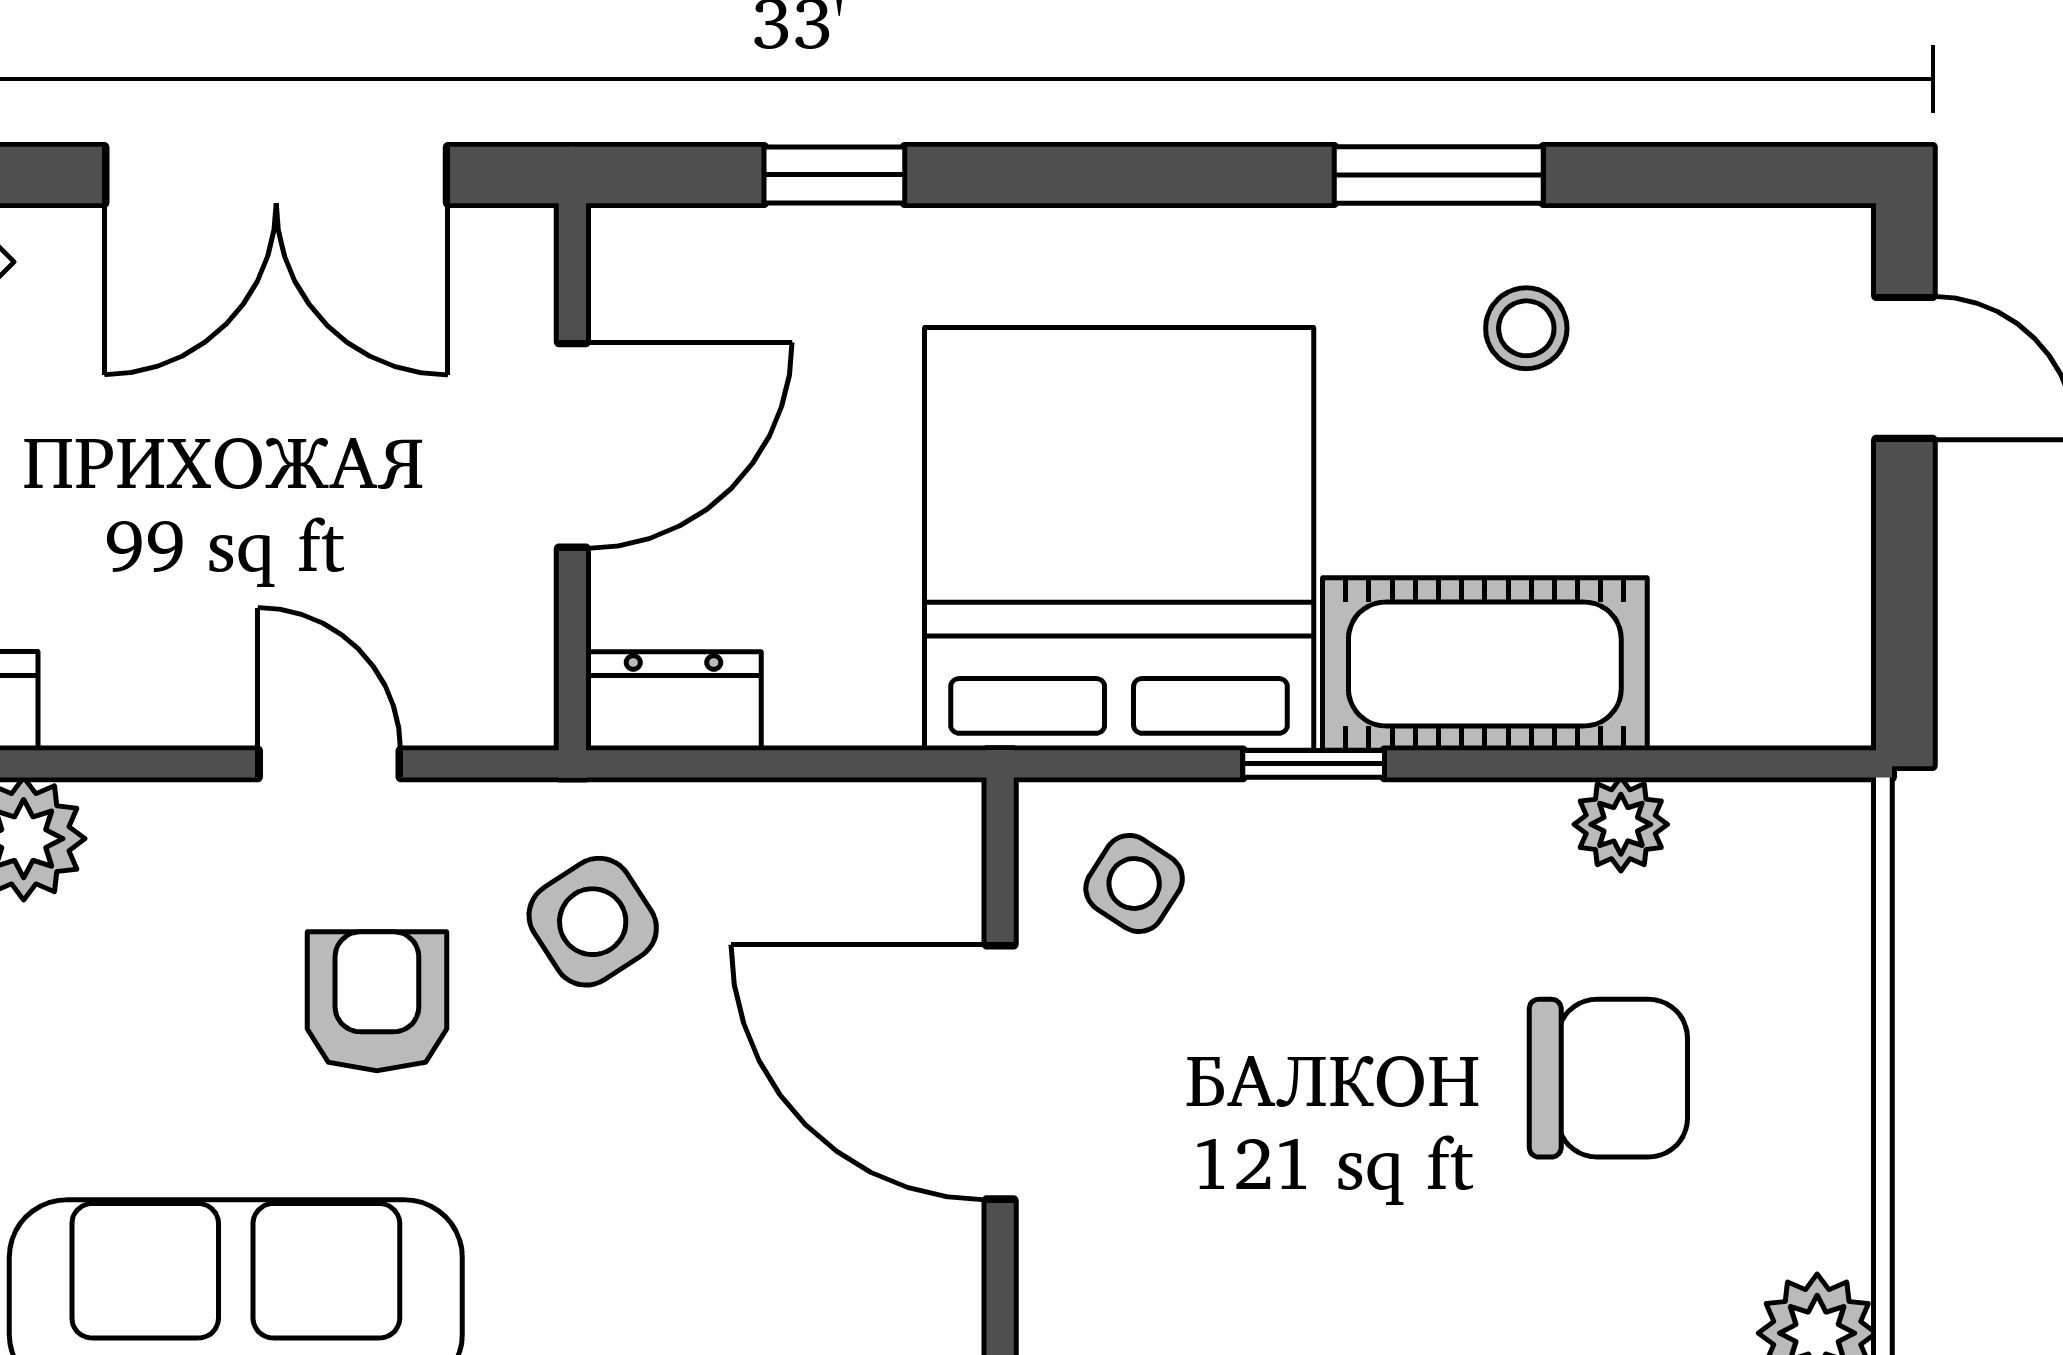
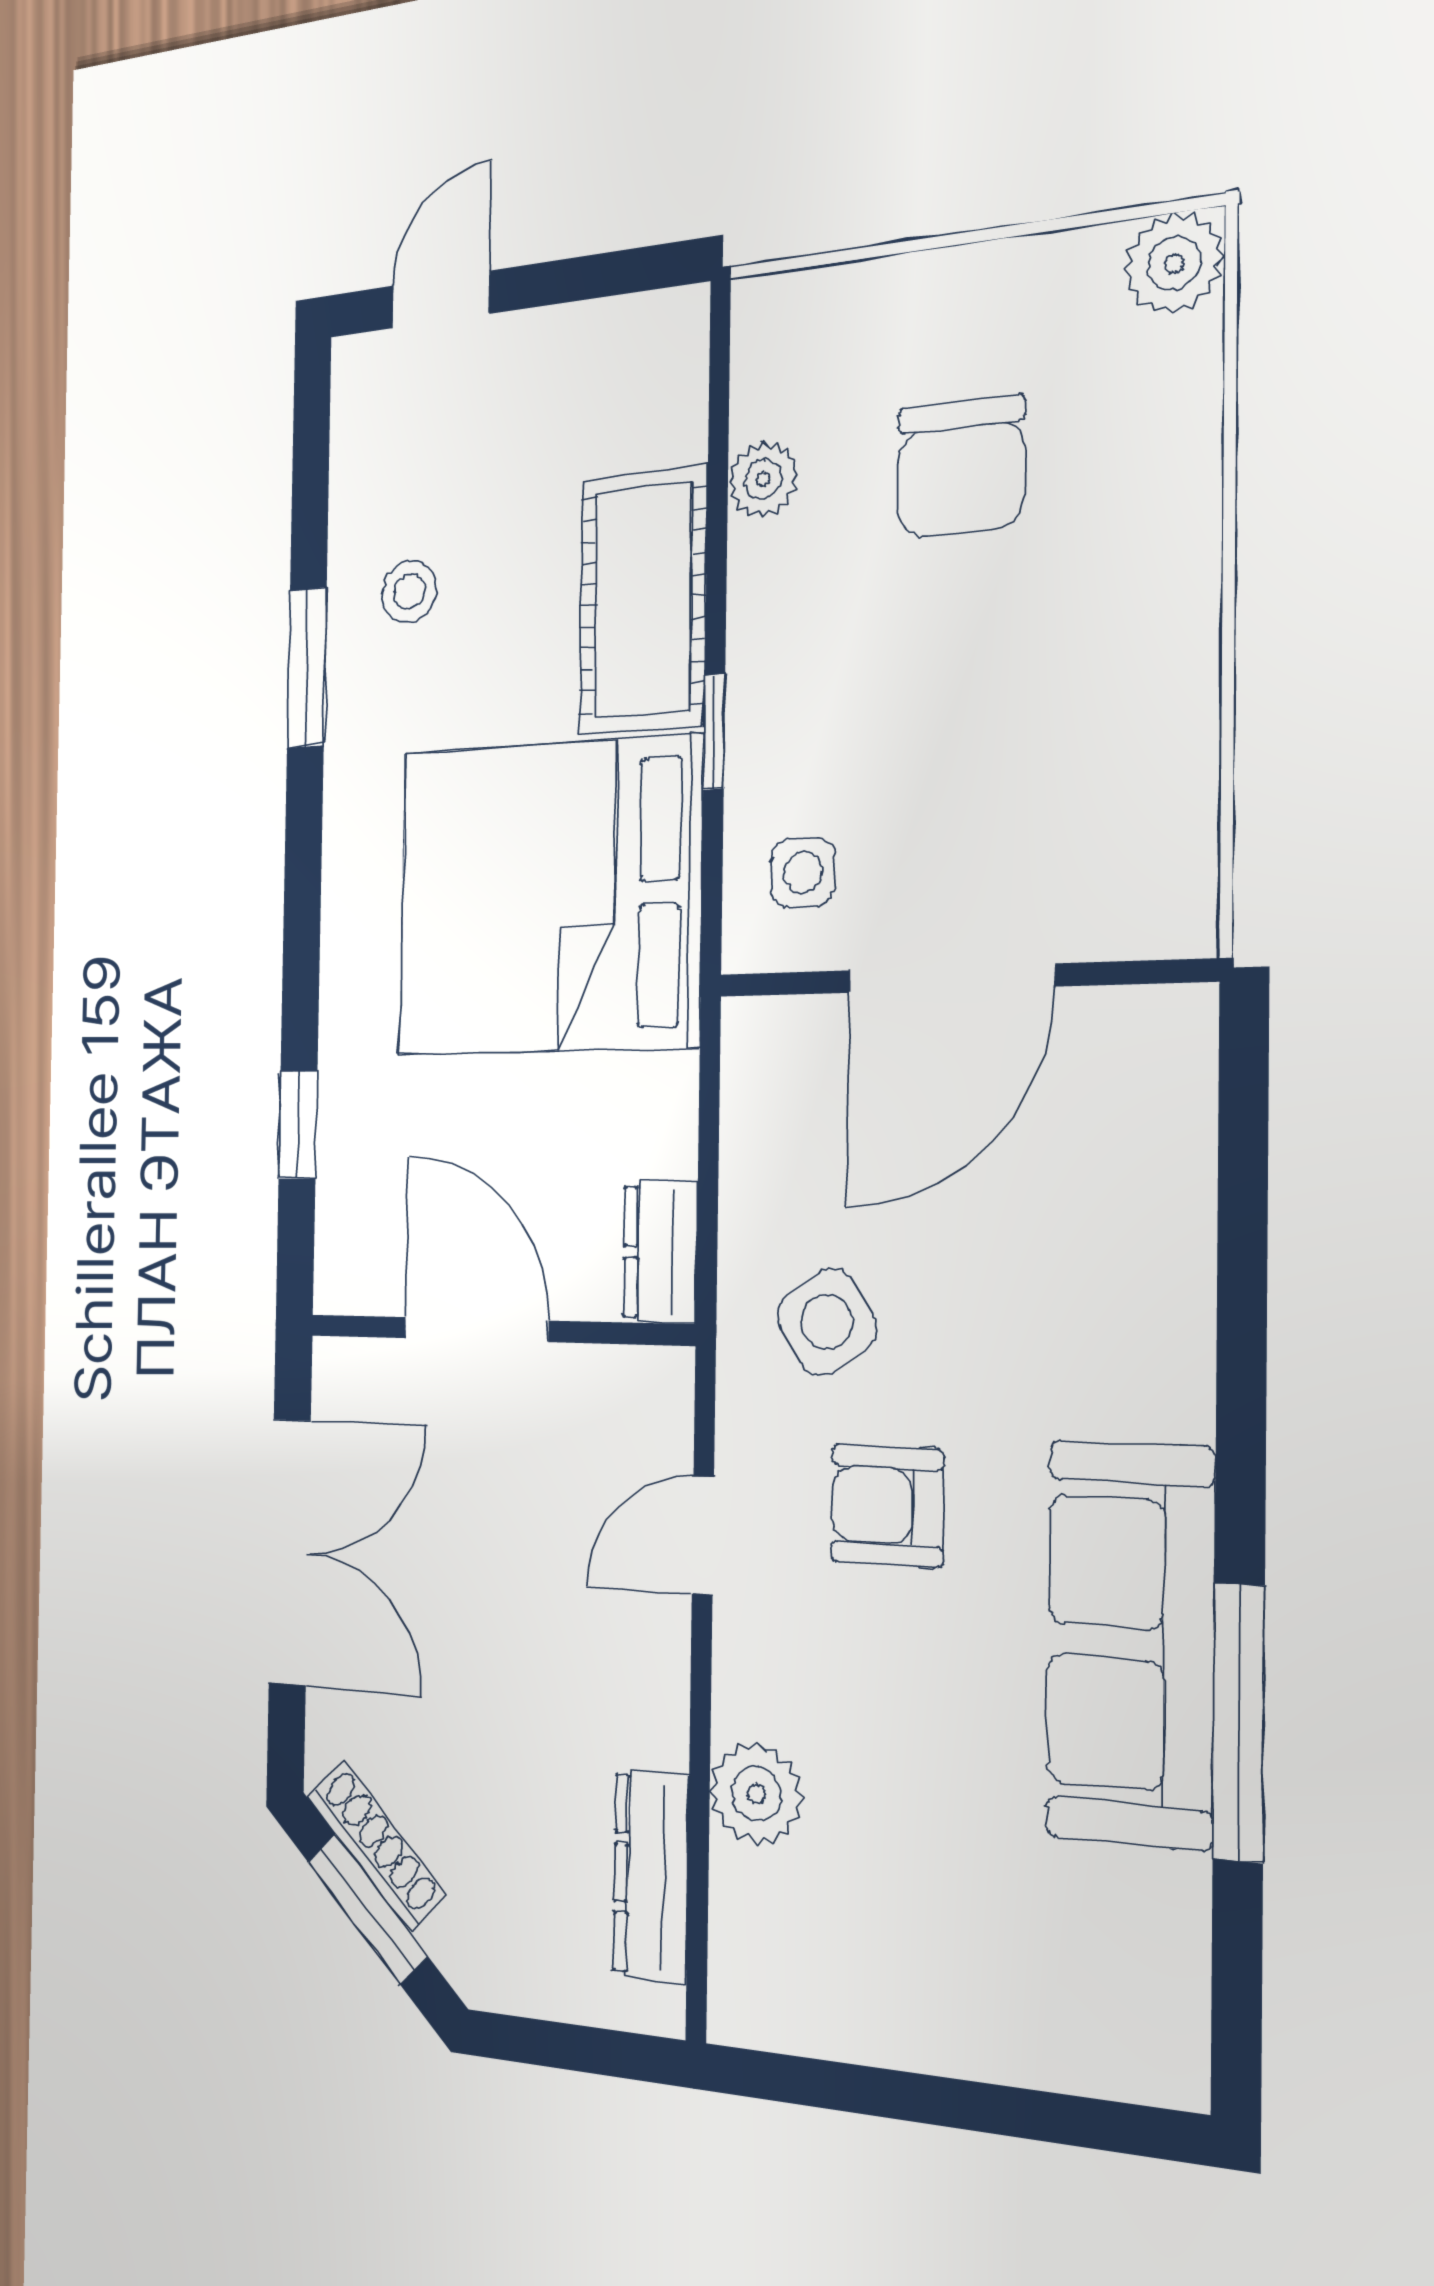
side table: (1134, 883) -> (803, 873), turned -33
chair: (1608, 1078) -> (961, 467), turned 180

